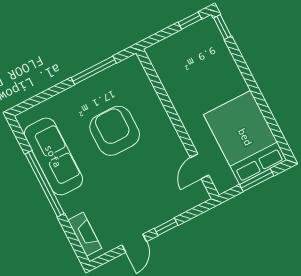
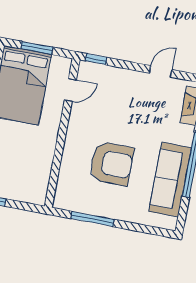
armchair: (115, 131) -> (111, 164), turned -90
window: (166, 227) -> (96, 59), moved

